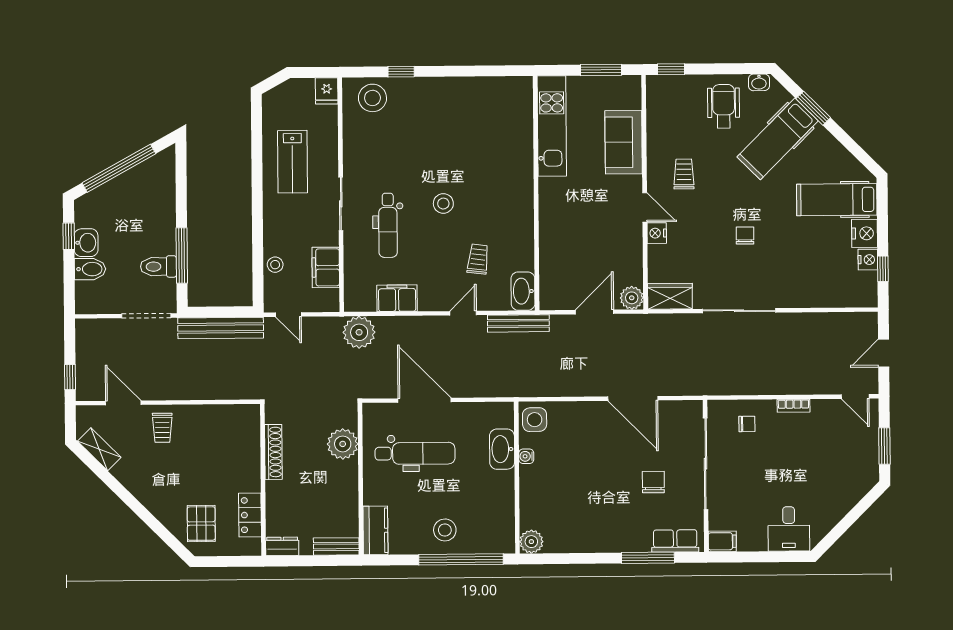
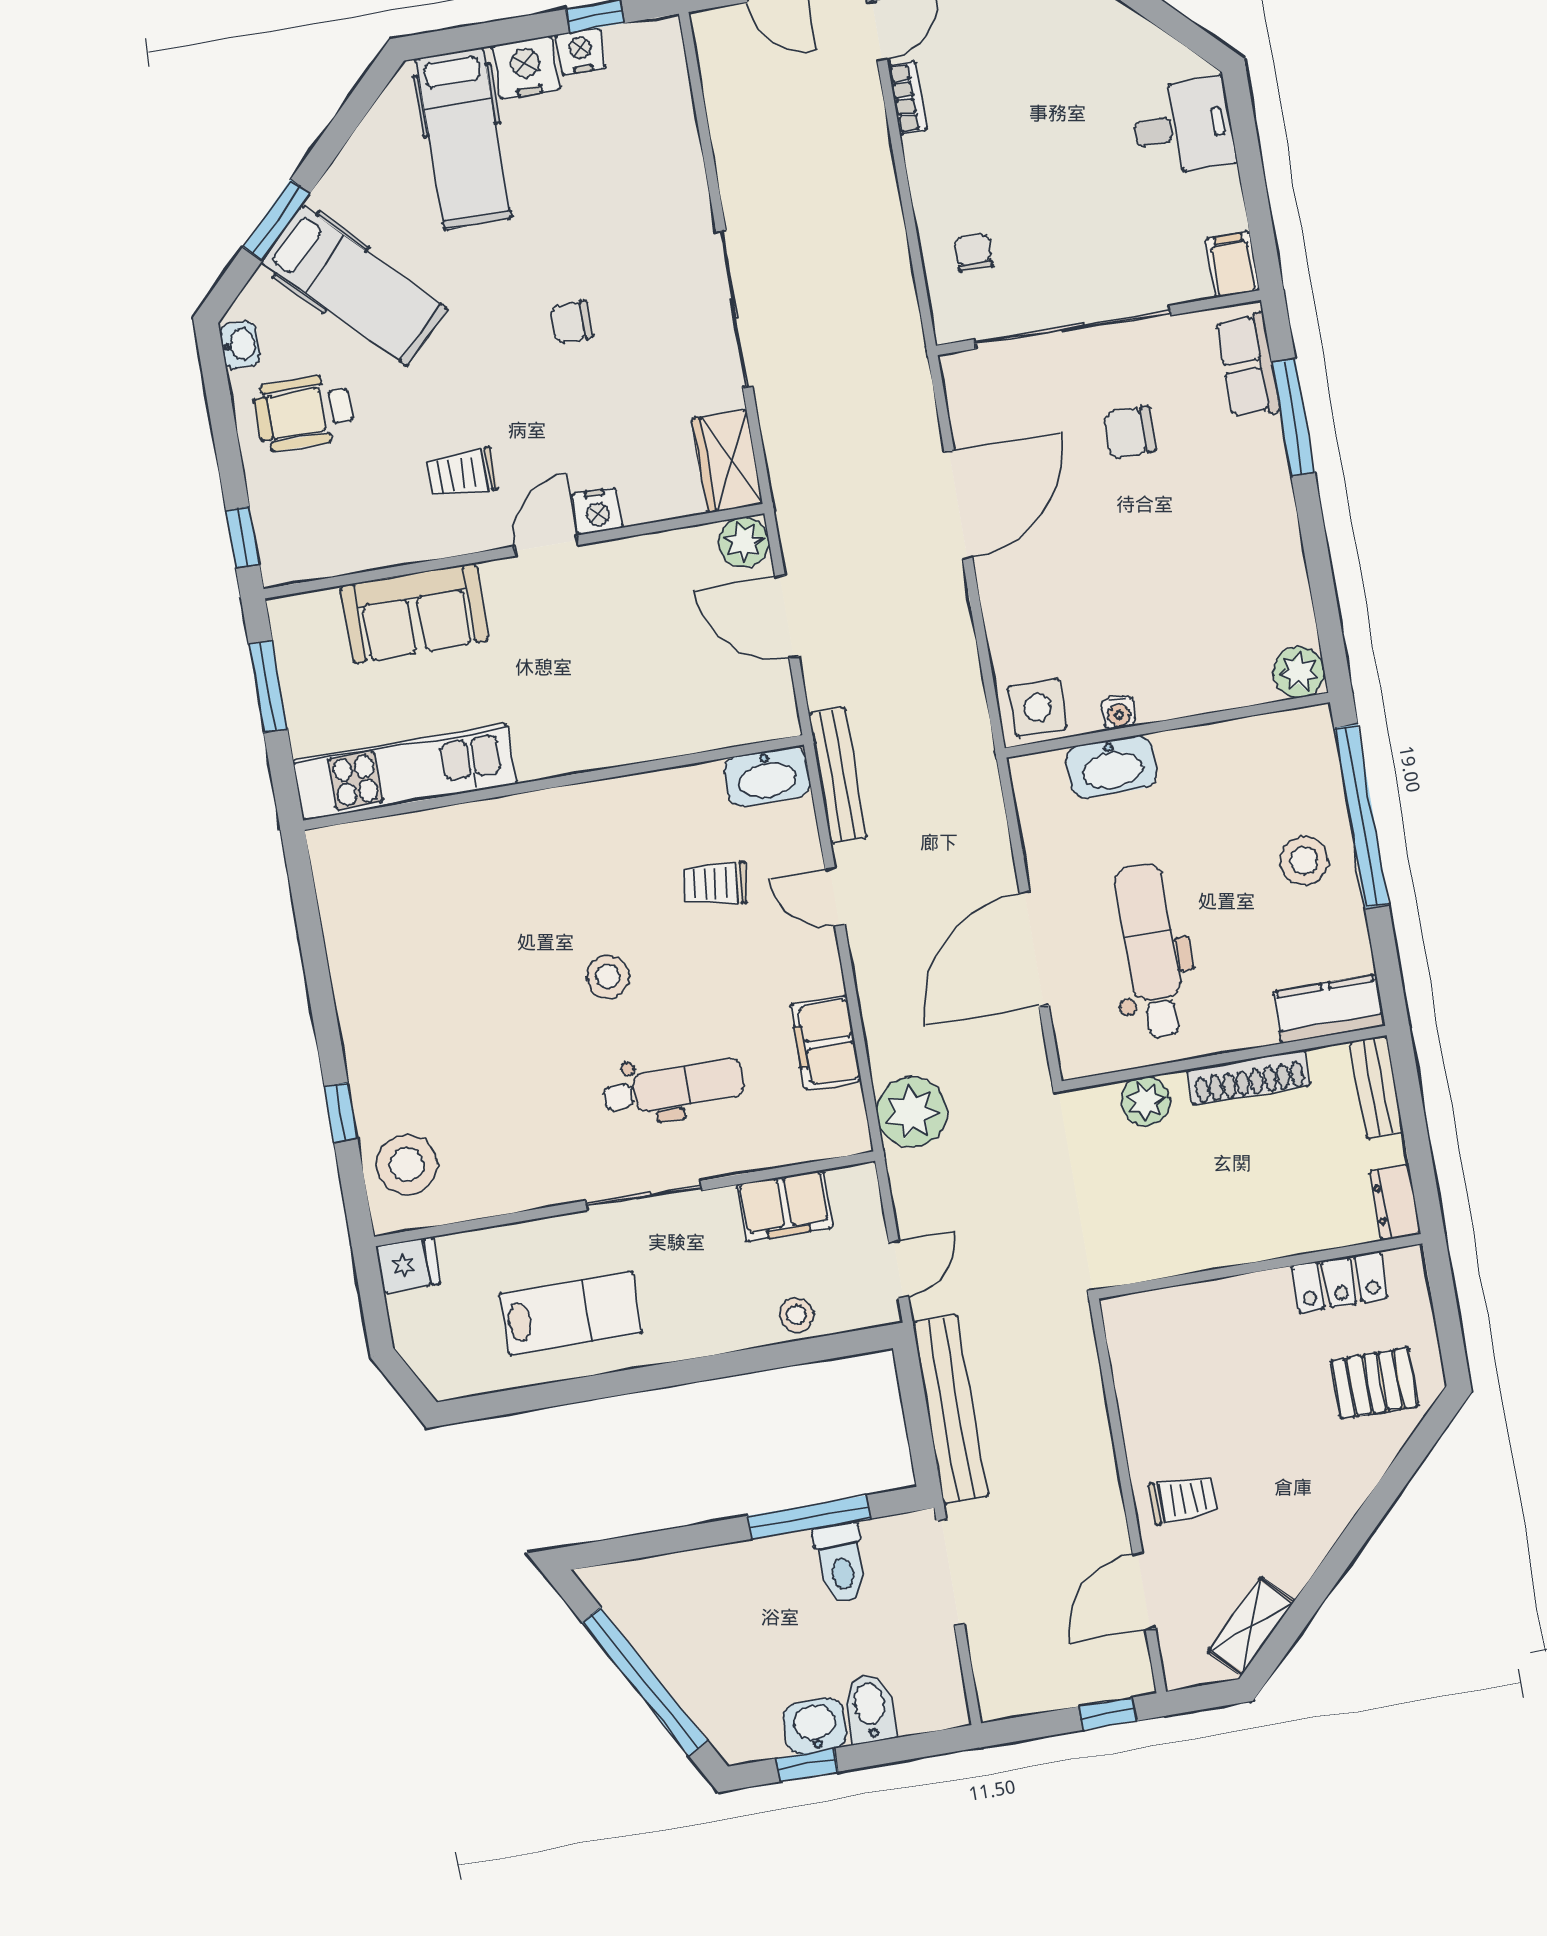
bookcase: (793, 406) -> (908, 98), moved
plant: (343, 444) -> (1146, 1101), width x0.73, depth x0.73
shoe rack: (273, 452) -> (1249, 1077), moved, turned 180

